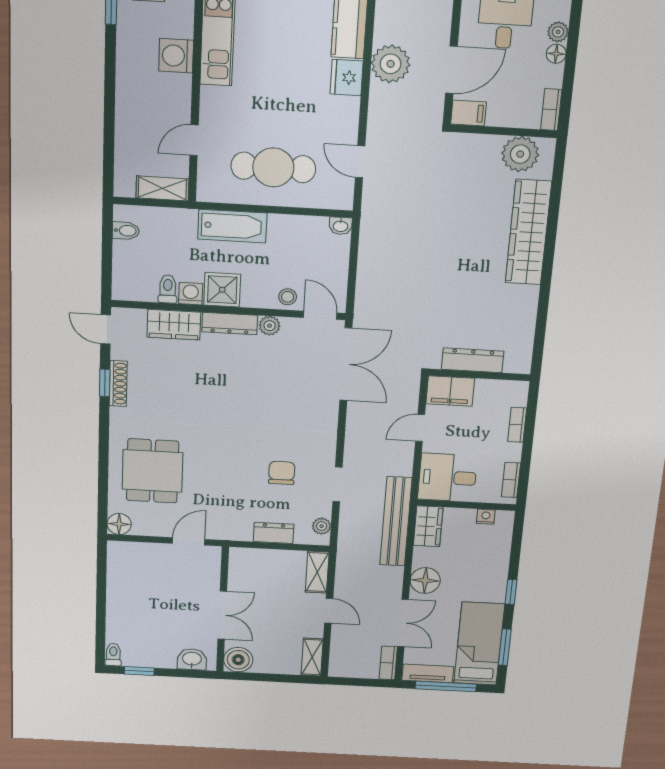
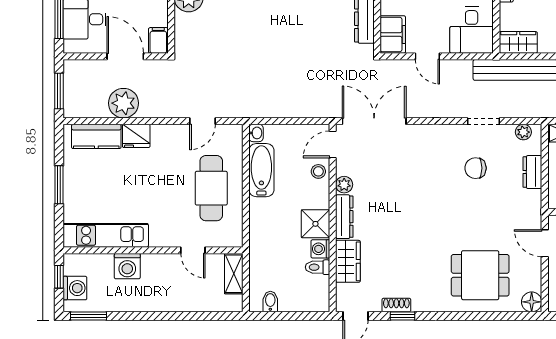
bathtub: (232, 226) -> (261, 170), moved
shoe rack: (118, 384) -> (396, 305), width x0.70

